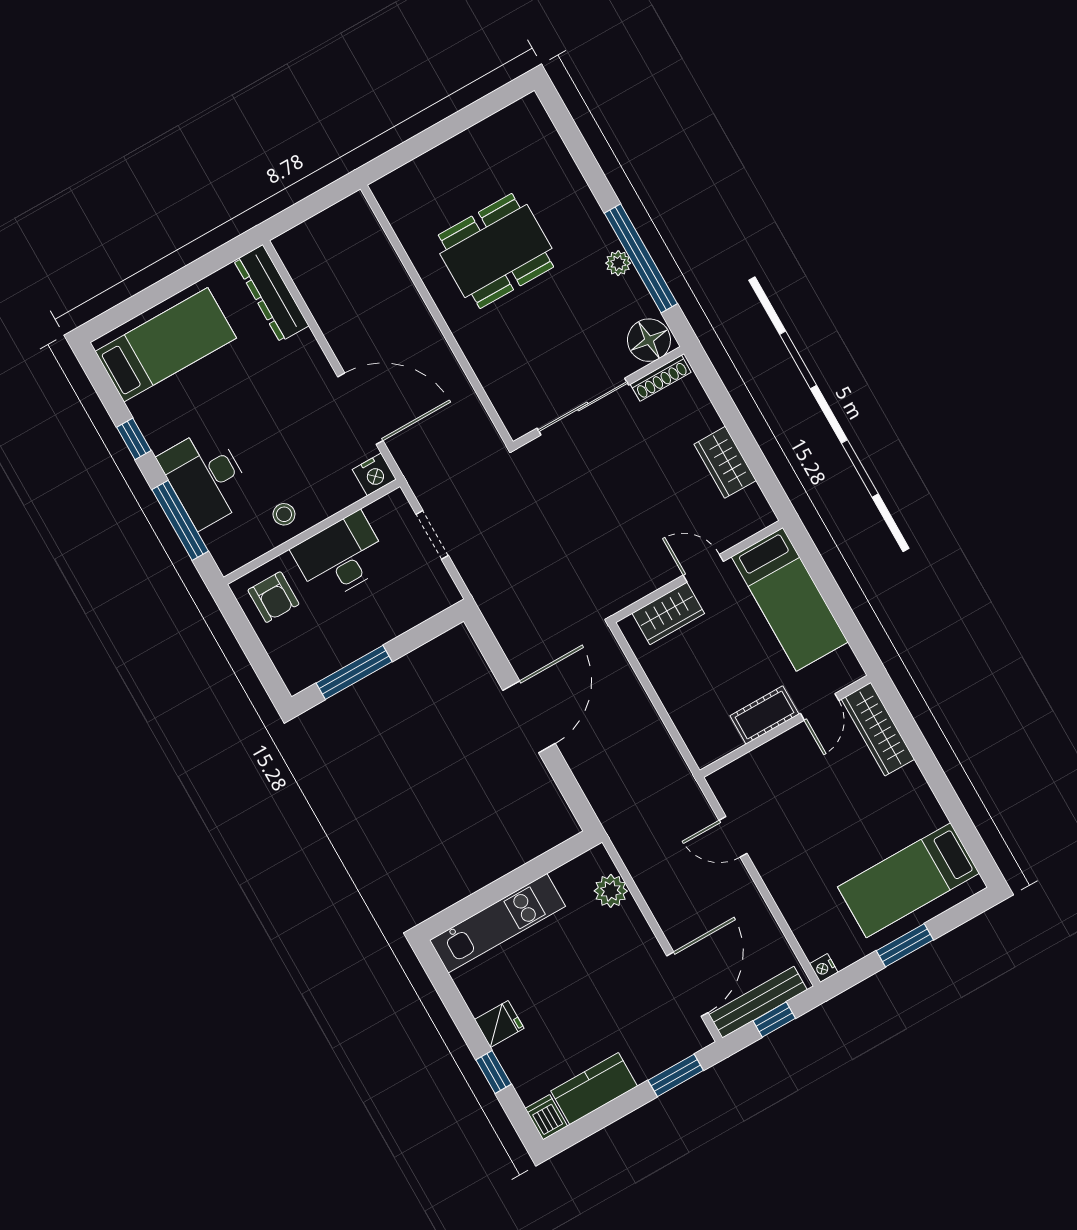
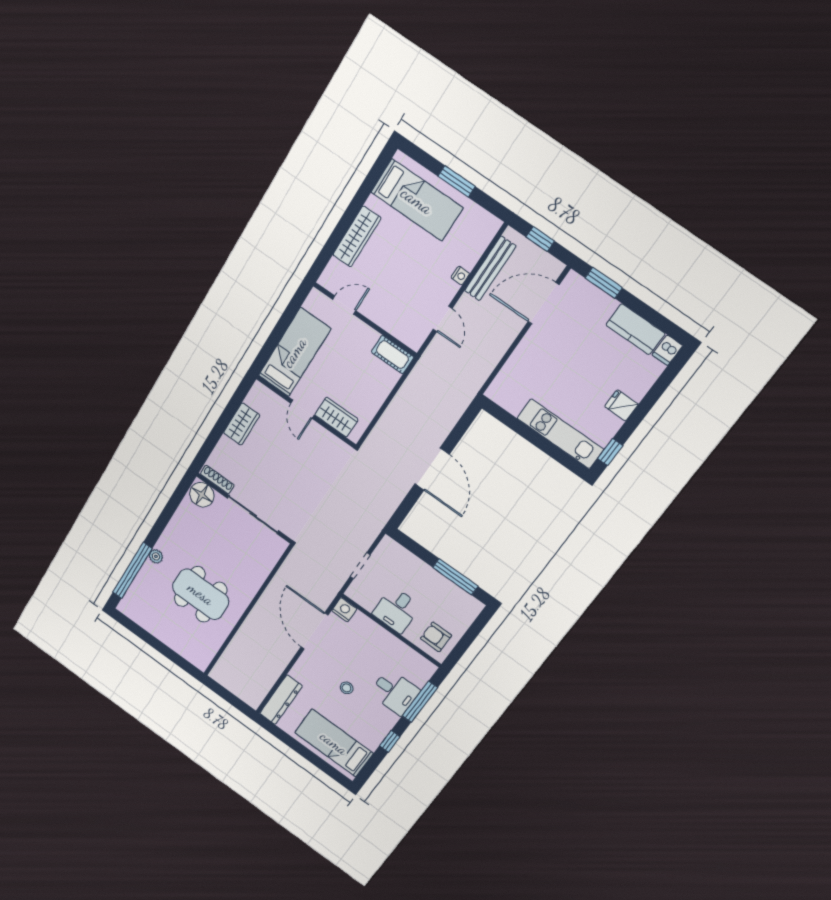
window: (641, 258) -> (132, 571), moved
plant: (618, 263) -> (156, 556), moved
desk: (206, 478) -> (395, 692), width x0.73
stool: (284, 514) -> (347, 688), moved
desk: (341, 557) -> (396, 610), width x0.73
armchair: (273, 597) -> (436, 637), turned -90
cot: (764, 715) -> (392, 355), moved
door: (529, 717) -> (432, 469), swing flipped
wardrobe: (878, 729) -> (357, 237), moved
plant: (611, 891) -> (509, 376), removed
nightstand: (824, 968) -> (460, 276), moved
bench: (758, 1002) -> (490, 269), moved, turned 90
window: (494, 1072) -> (610, 452), moved

